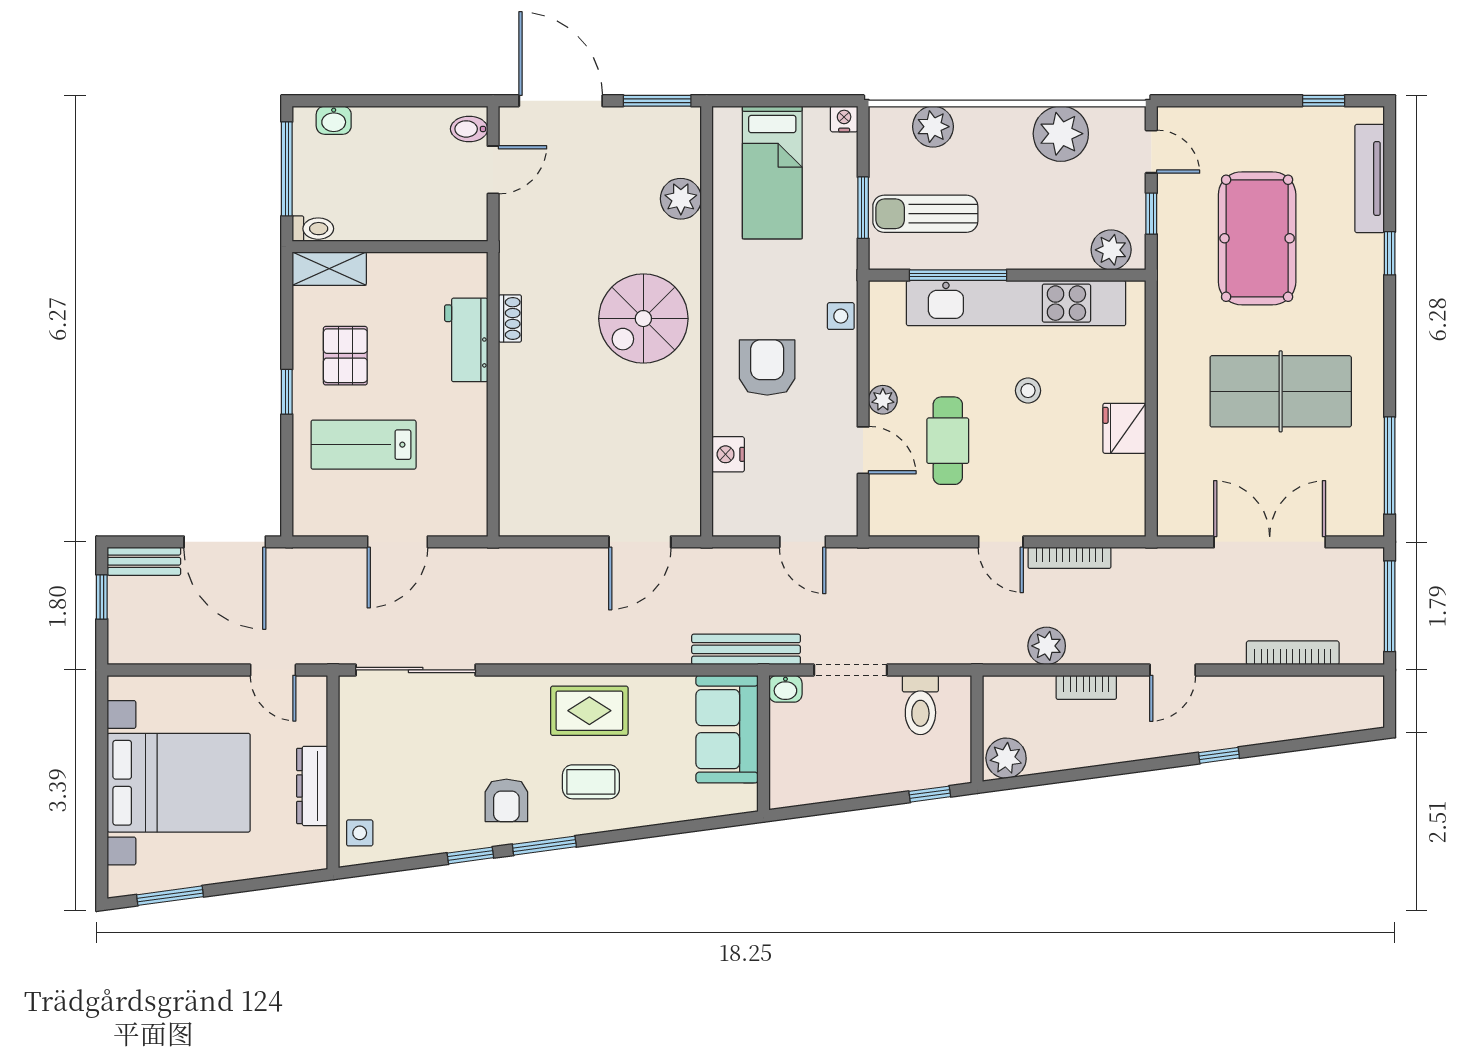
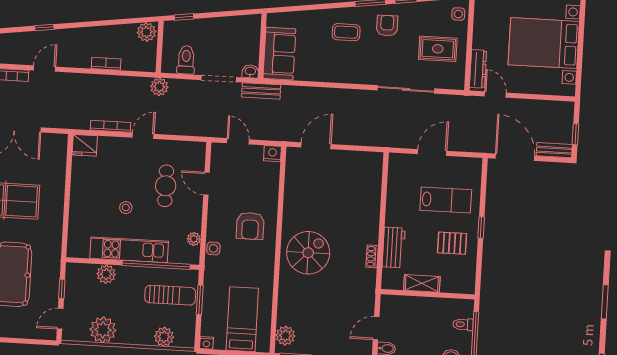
door: (1151, 152) -> (60, 319), hinge flipped
plant: (681, 199) -> (285, 336), moved
toilet: (313, 229) -> (463, 324), moved
plant: (1111, 250) -> (106, 274), moved
shelving: (329, 269) -> (422, 283), moved
window: (958, 275) -> (156, 265), width x1.46
kitchen unit: (1016, 303) -> (129, 250), width x0.73
pallet: (345, 356) -> (452, 243), turned 90
plant: (883, 400) -> (194, 239), moved
fridge: (1124, 428) -> (85, 145), moved, turned 90
nightstand: (728, 454) -> (272, 154), moved, turned -90
door: (1001, 542) -> (143, 136), hinge flipped
plant: (1047, 646) -> (159, 87), moved
bench: (746, 649) -> (261, 91), width x0.73
sliding door: (416, 670) -> (406, 89), moved
door: (1173, 670) -> (44, 69), moved
rug: (589, 711) -> (438, 49), moved
dresser: (312, 786) -> (478, 69), moved

